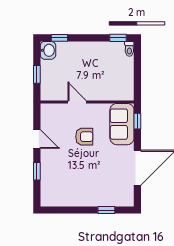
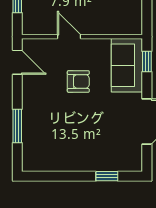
door: (37, 139) -> (17, 62), moved
window: (37, 171) -> (17, 126), width x1.50

